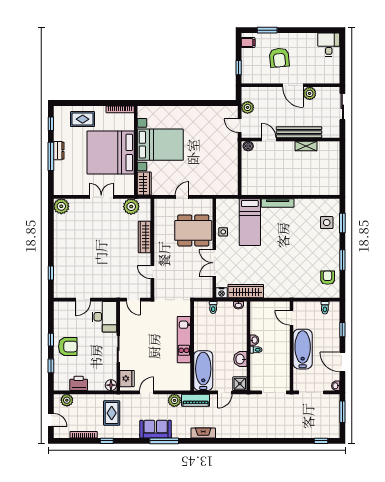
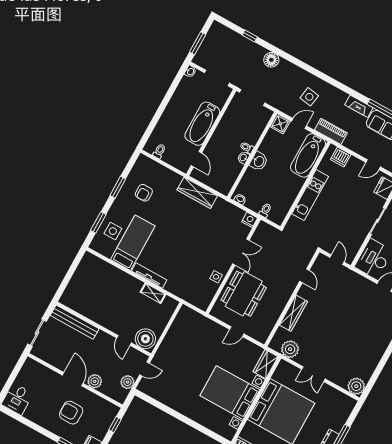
armchair: (279, 58) -> (71, 413), turned -85
plant: (310, 93) -> (95, 381), moved
door: (240, 126) -> (144, 369), hinge flipped
bench: (299, 132) -> (75, 322), moved
boiler: (248, 146) -> (145, 339), width x1.86, depth x1.86
shelving: (306, 146) -> (153, 293), moved
bed: (250, 222) -> (133, 243), moved
dining table: (193, 230) -> (244, 294), turned 90
armchair: (328, 278) -> (144, 193), moved
wardrobe: (246, 291) -> (197, 193), moved
window: (342, 330) -> (154, 121), removed
washbasin: (240, 359) -> (259, 161), moved
door: (342, 362) -> (171, 90), removed
dishwasher: (176, 384) -> (341, 157), added
plant: (174, 400) -> (351, 142), removed
side table: (228, 418) -> (309, 97), added
floor lamp: (276, 431) -> (271, 60), added
fireplace: (203, 433) -> (359, 106), moved
window: (321, 441) -> (250, 36), moved

